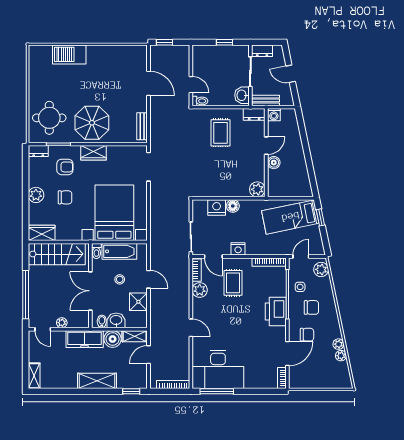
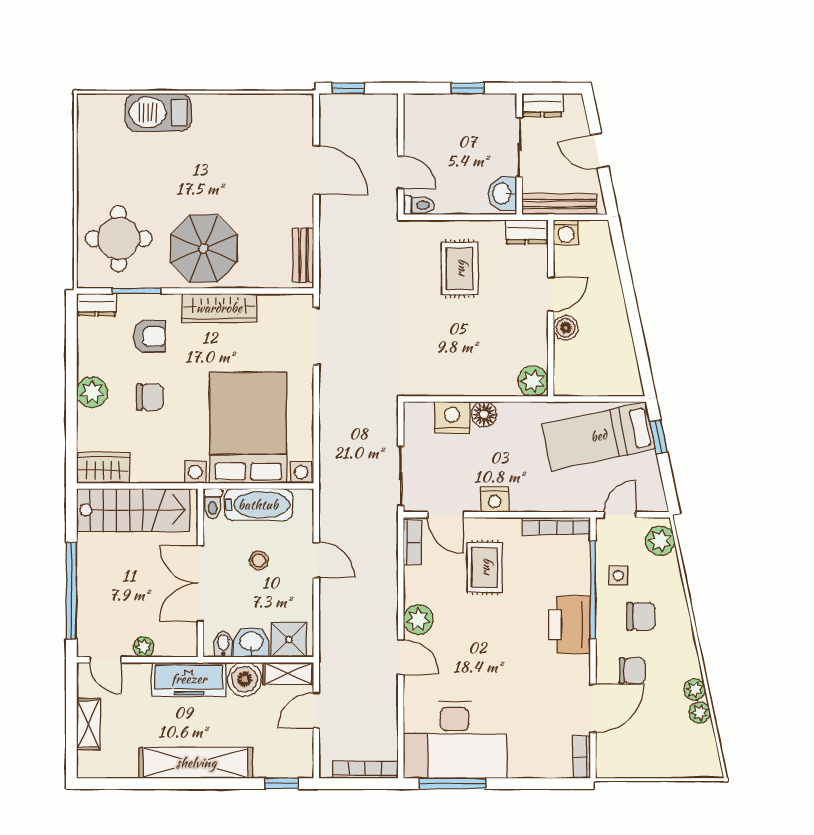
bench: (266, 100) -> (559, 204), width x1.36
wardrobe: (94, 153) -> (219, 308), width x1.50
plant: (200, 290) -> (418, 620), moved
shower: (138, 302) -> (289, 640), moved
shelving: (34, 376) -> (88, 724), moved
shelving: (97, 381) -> (196, 763), width x1.47

